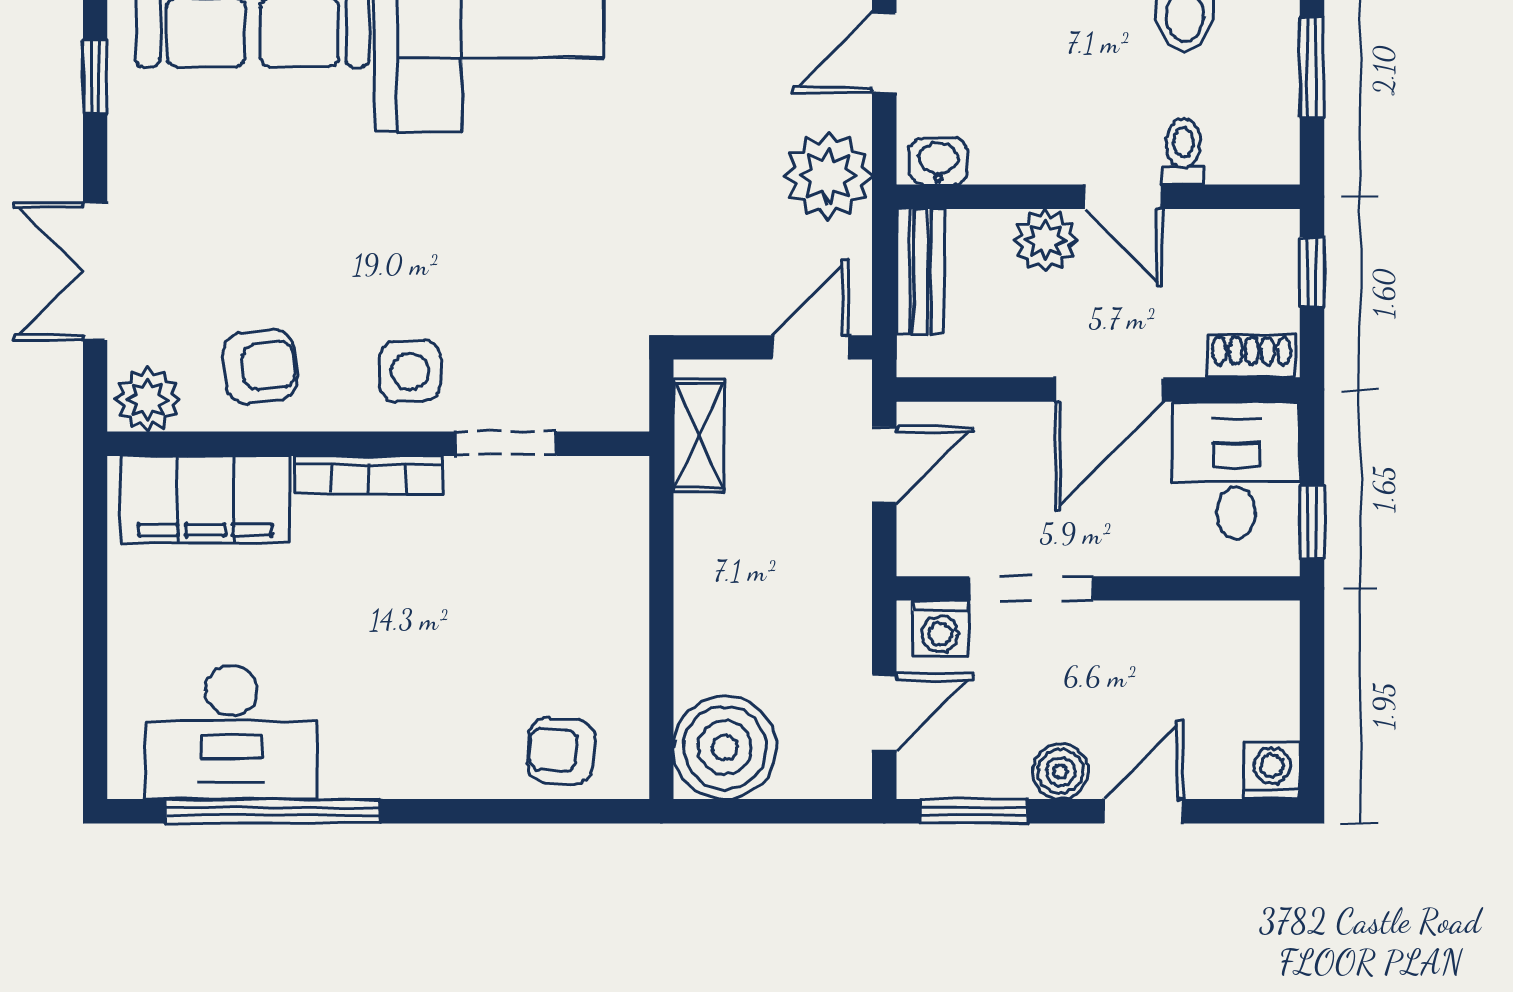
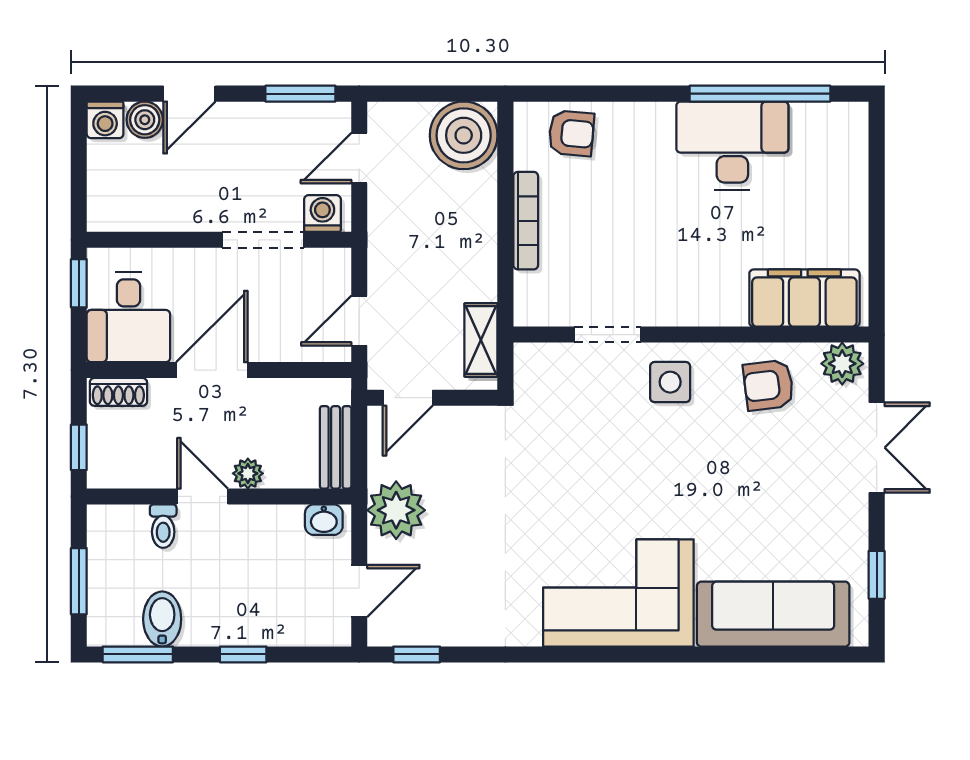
plant: (1045, 240) -> (248, 473), width x0.73, depth x0.73
bookcase: (369, 475) -> (526, 221), moved, turned 90
desk: (231, 732) -> (732, 146), moved
boiler: (1061, 771) -> (145, 120), moved

